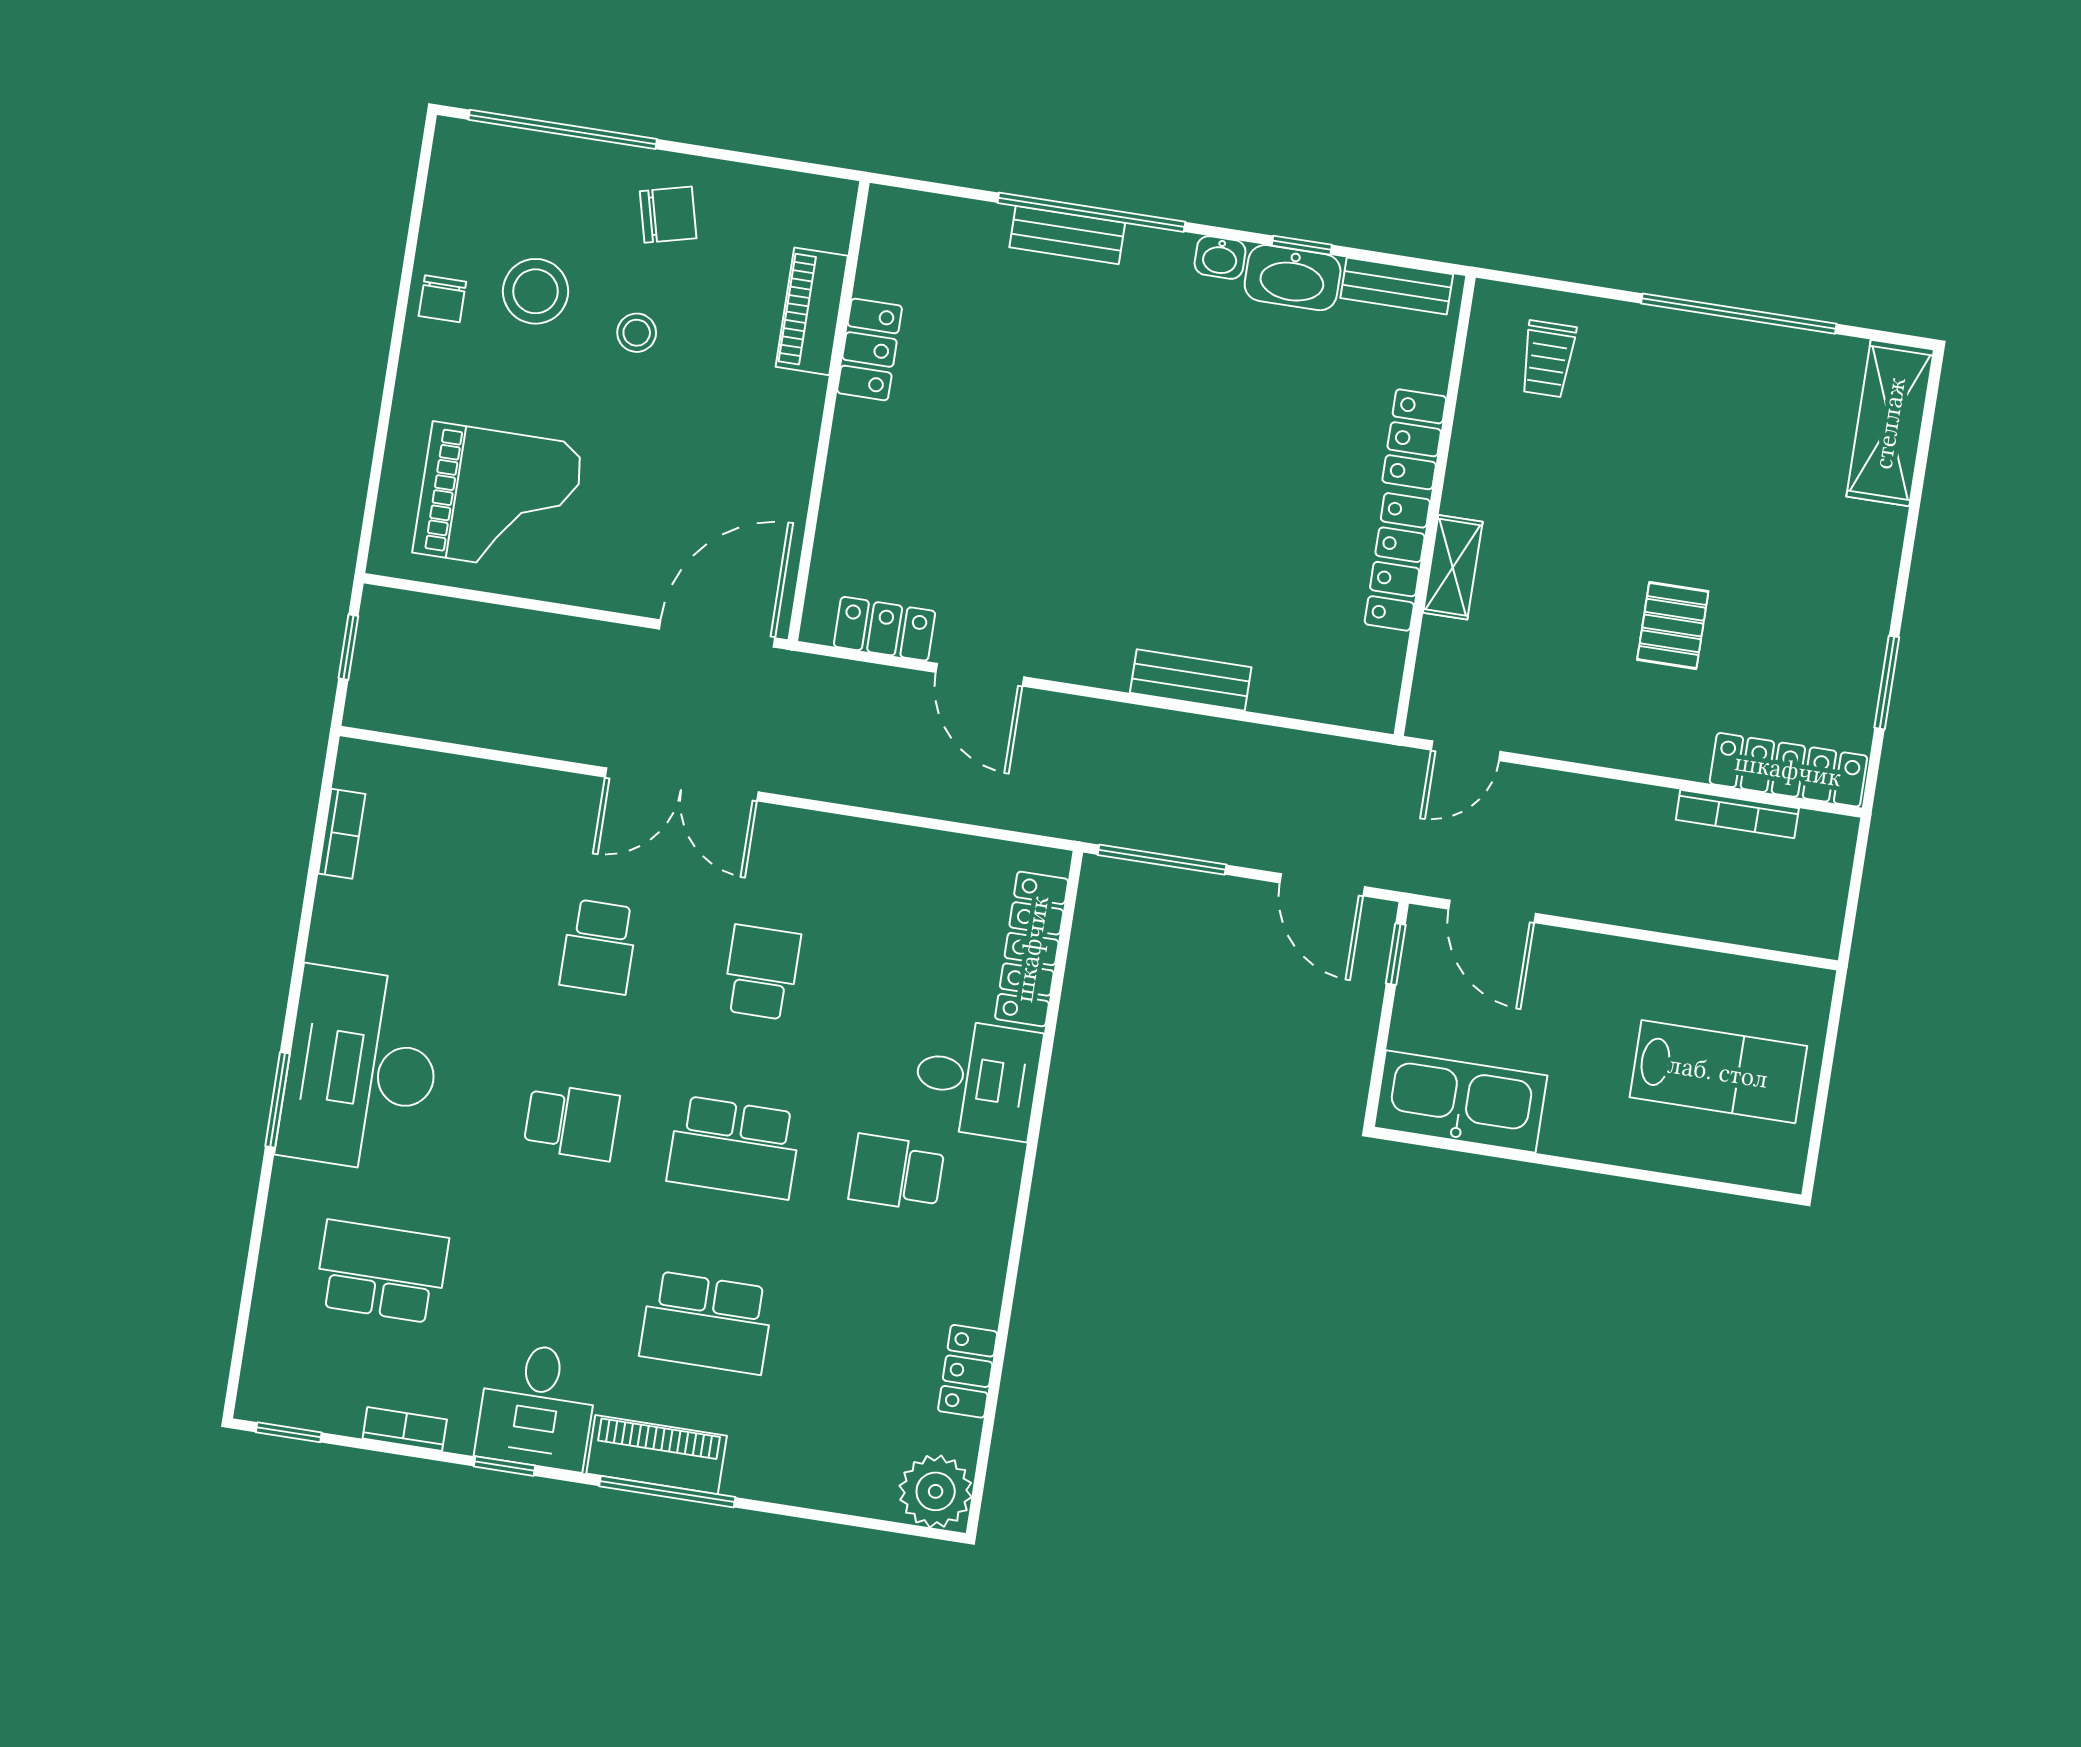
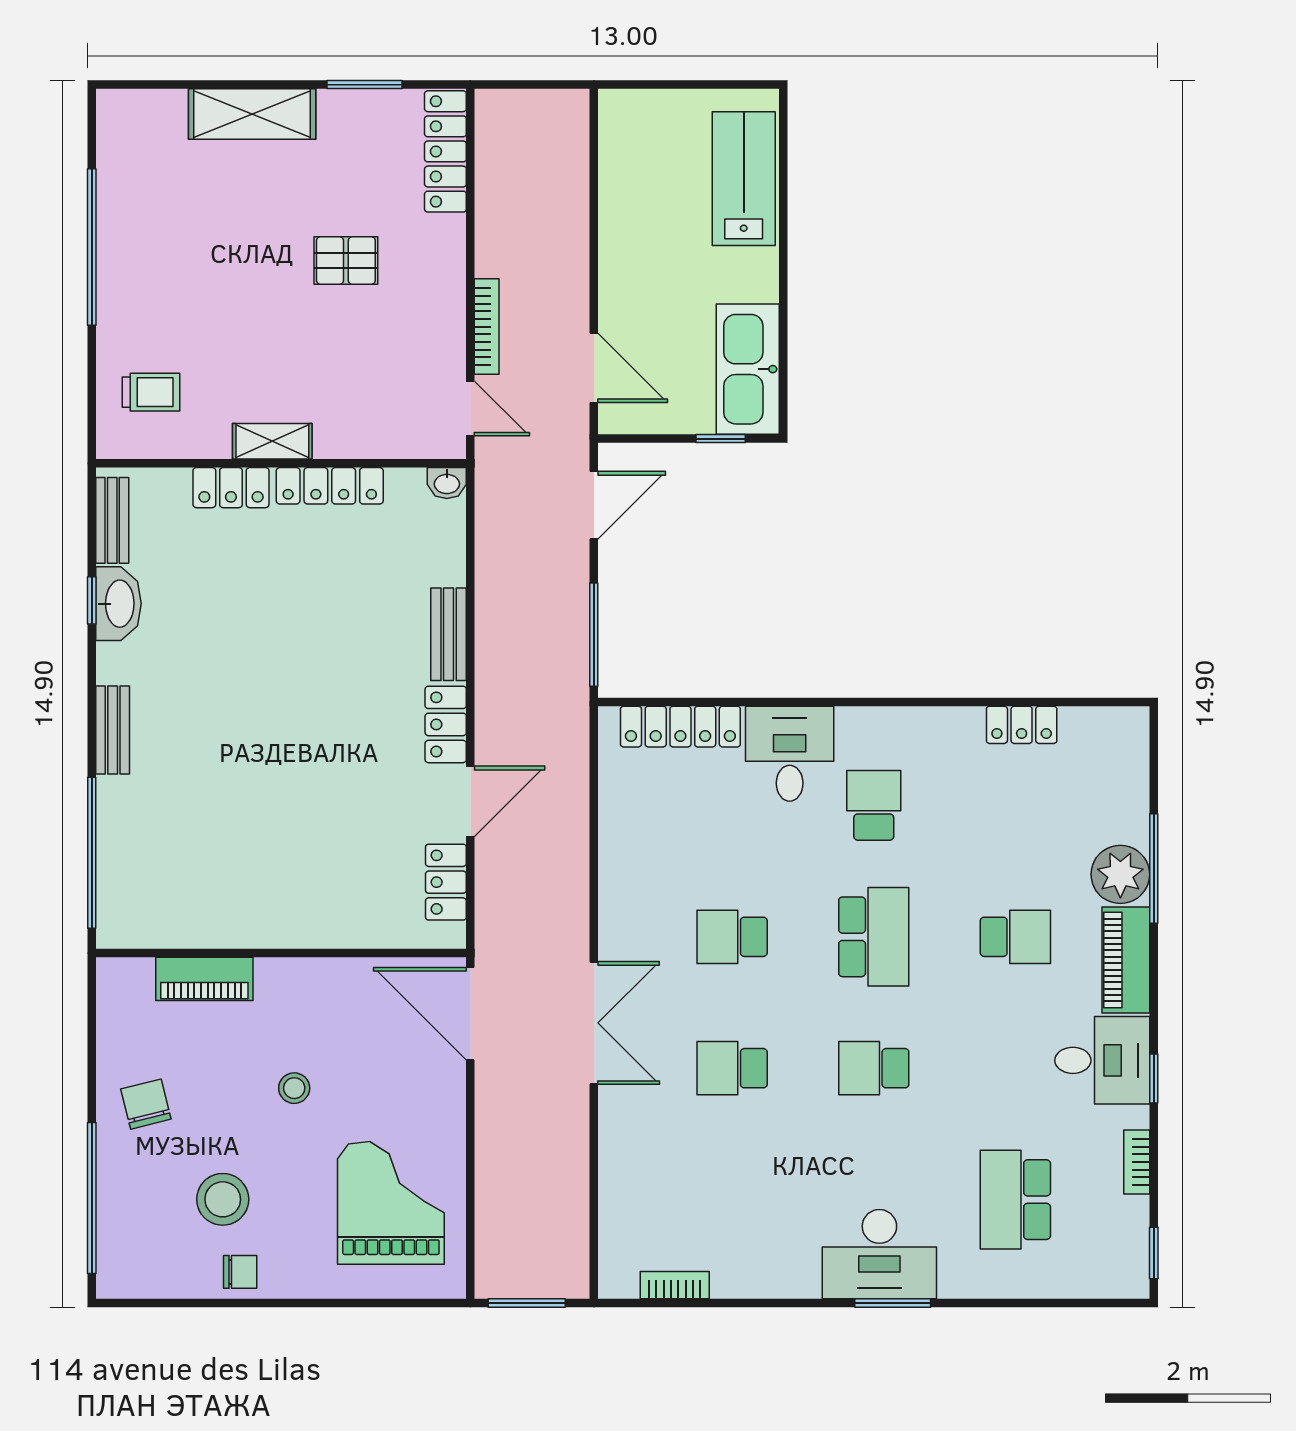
window: (1091, 212) -> (92, 853), moved
bench: (1067, 235) -> (113, 730), moved
washbasin: (1220, 257) -> (447, 483), moved, turned 90
stool: (637, 333) -> (294, 1088), moved
locker: (870, 349) -> (446, 724), moved, turned -90
shelving: (1890, 423) -> (252, 114), moved
shelving: (1453, 567) -> (272, 441), moved
window: (348, 647) -> (527, 1303), width x1.50
bookcase: (1737, 814) -> (487, 327), moved
door: (1492, 911) -> (594, 368), hinge flipped
school desk: (599, 947) -> (732, 1068), turned 180
window: (1396, 954) -> (721, 439), moved
desk: (361, 1070) -> (879, 1254), width x0.73, depth x0.77
lab bench: (1718, 1072) -> (744, 179), moved
school desk: (572, 1122) -> (874, 1068), turned -90
school desk: (897, 1173) -> (874, 805), turned 180
school desk: (707, 1323) -> (1015, 937), width x0.54
plant: (936, 1491) -> (1120, 874), moved
window: (667, 1492) -> (1154, 869), moved

